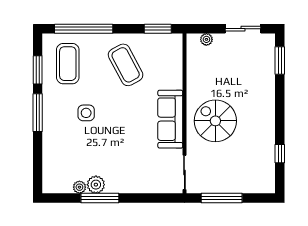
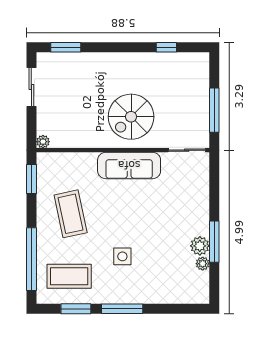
plant: (206, 39) -> (43, 142), moved
coffee table: (126, 65) -> (71, 214), turned -74

